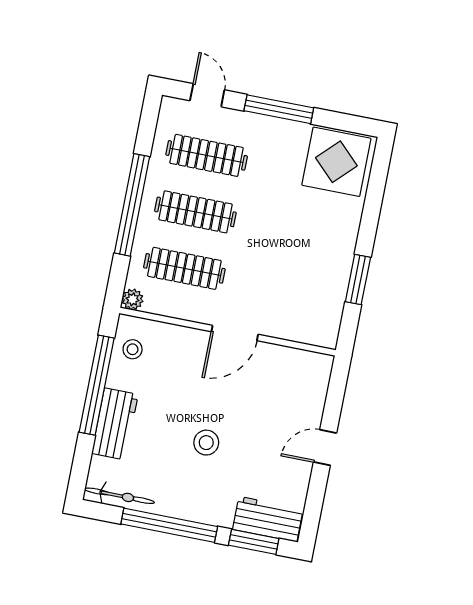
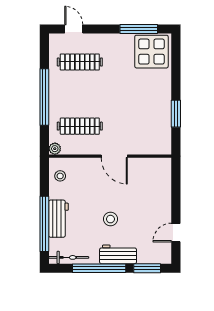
window: (279, 109) -> (139, 29), moved
clothes rail: (195, 212) -> (80, 94), removed
door: (235, 333) -> (114, 156), hinge flipped
window: (97, 385) -> (44, 224), moved
door: (325, 447) -> (176, 233), moved
workbench: (268, 519) -> (118, 254), moved

